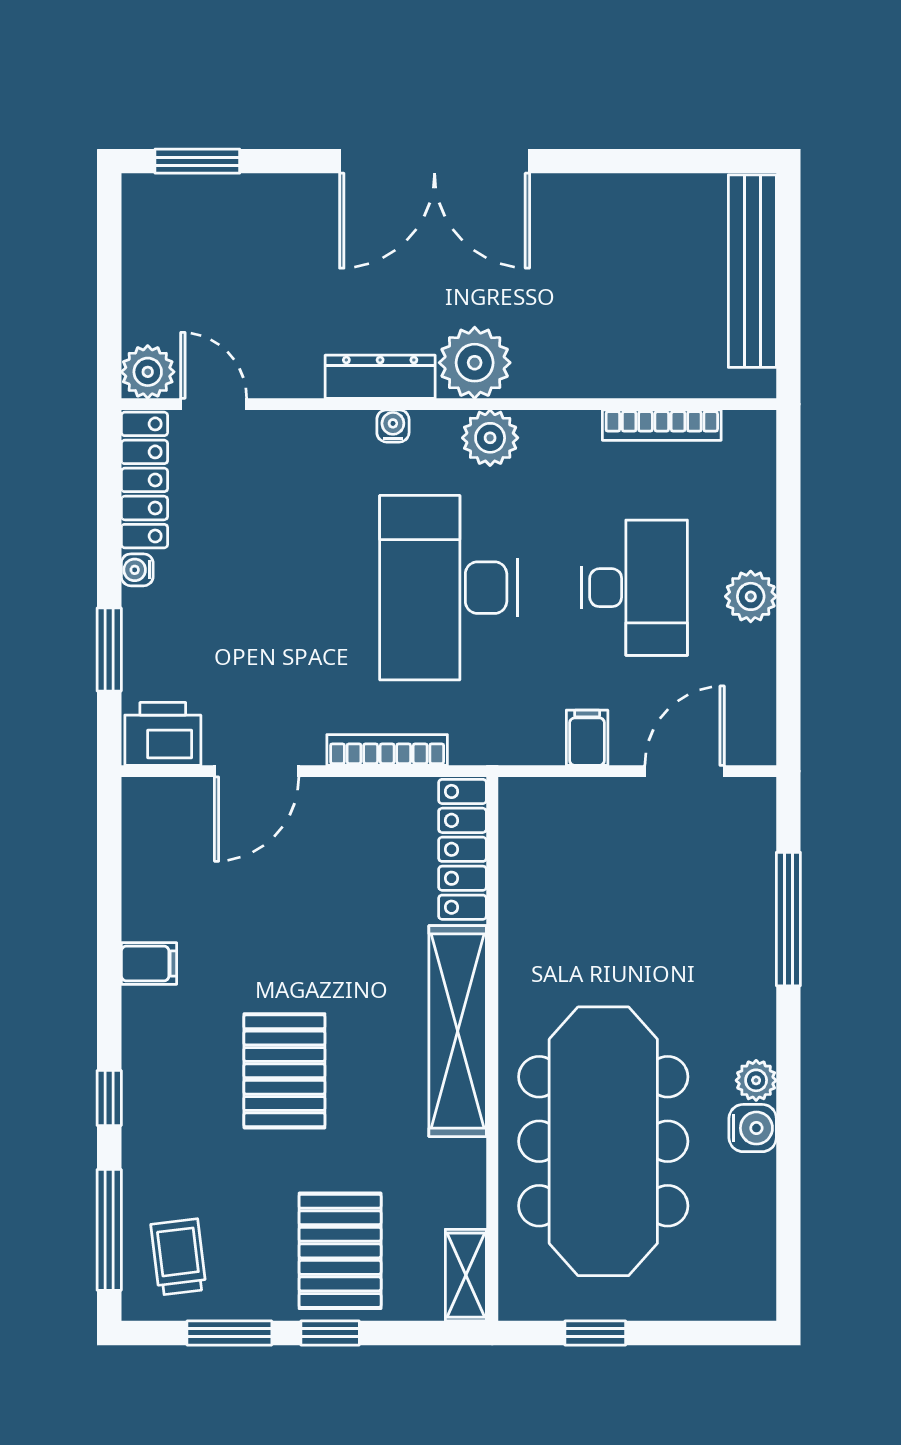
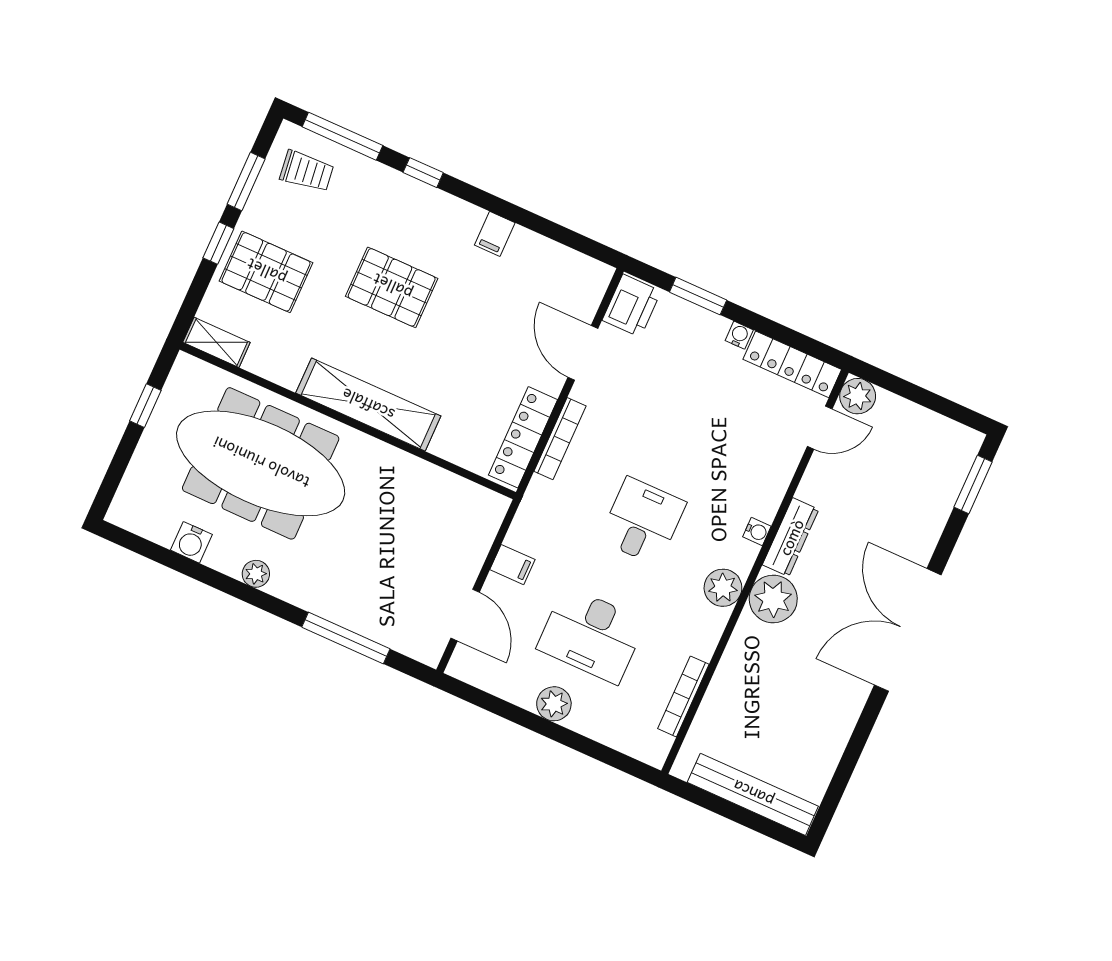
desk: (449, 588) -> (642, 521), width x0.53, depth x0.77
locker: (462, 849) -> (523, 437), moved, turned -90
water cooler: (753, 1128) -> (191, 542), moved

